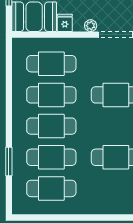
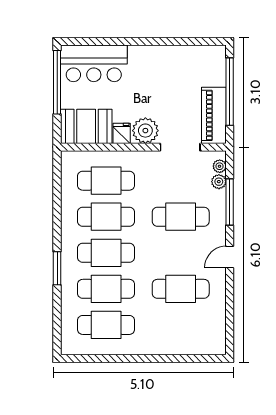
plant: (91, 26) -> (145, 131), width x1.88, depth x1.88
window: (9, 162) -> (57, 268), moved

